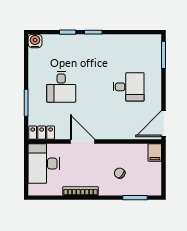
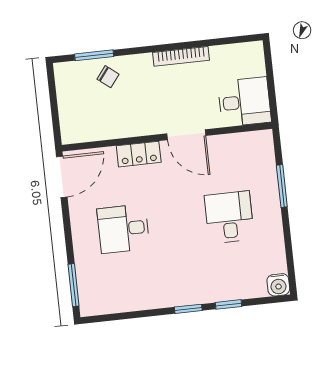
locker: (42, 133) -> (139, 154), moved
filing cabinet: (155, 152) -> (71, 130), removed
desk: (44, 164) -> (244, 102), width x0.73
chair: (120, 173) -> (108, 77), moved

